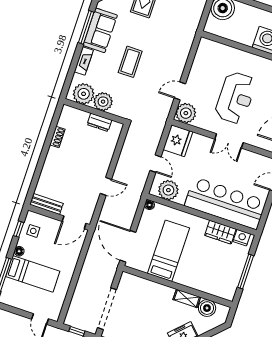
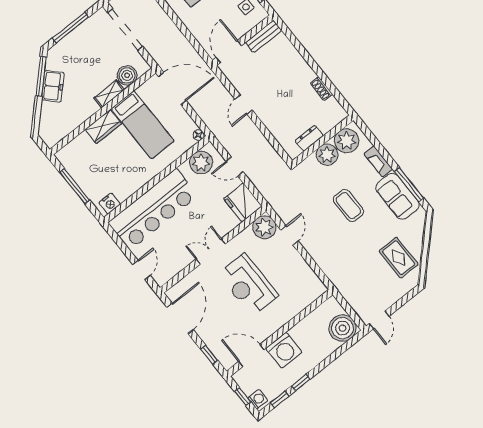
wardrobe: (220, 232) -> (103, 127), moved, turned 180
shelving: (187, 298) -> (109, 94), moved
boiler: (207, 308) -> (127, 75), moved

